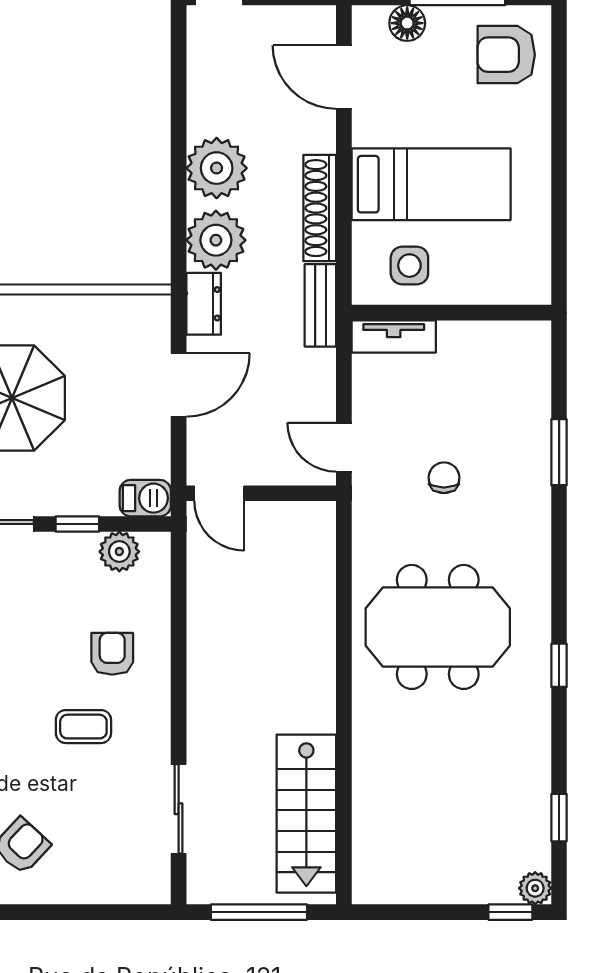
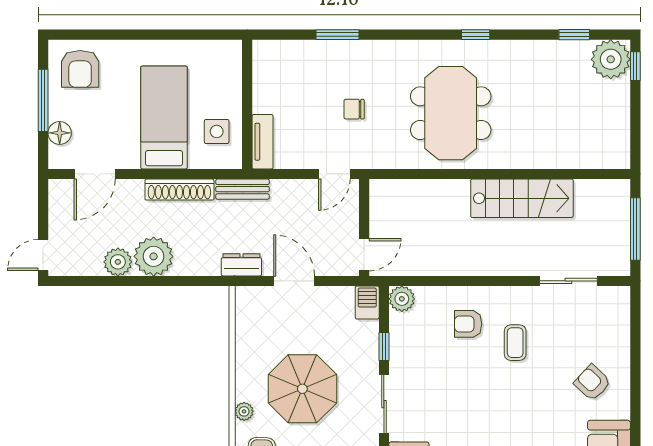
plant: (216, 240) -> (118, 262), moved, width x0.73, depth x0.73
plant: (119, 552) -> (402, 299), moved
stairs: (306, 814) -> (522, 198), moved
plant: (535, 888) -> (611, 59), width x1.88, depth x1.88

